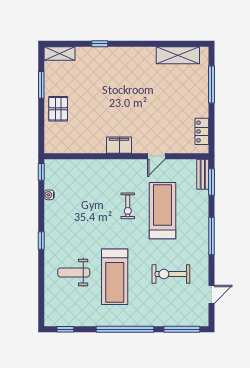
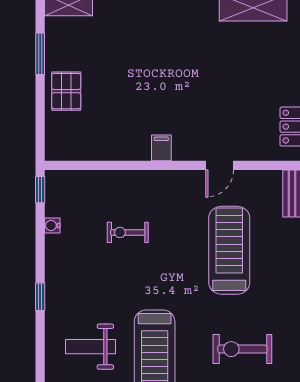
filing cabinet: (119, 145) -> (161, 148), width x0.50
exercise bike: (128, 206) -> (128, 232), moved, turned 90

